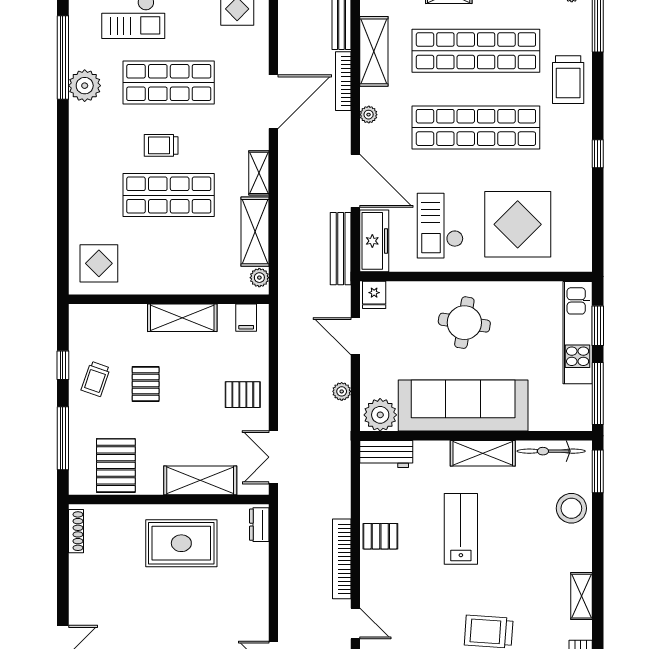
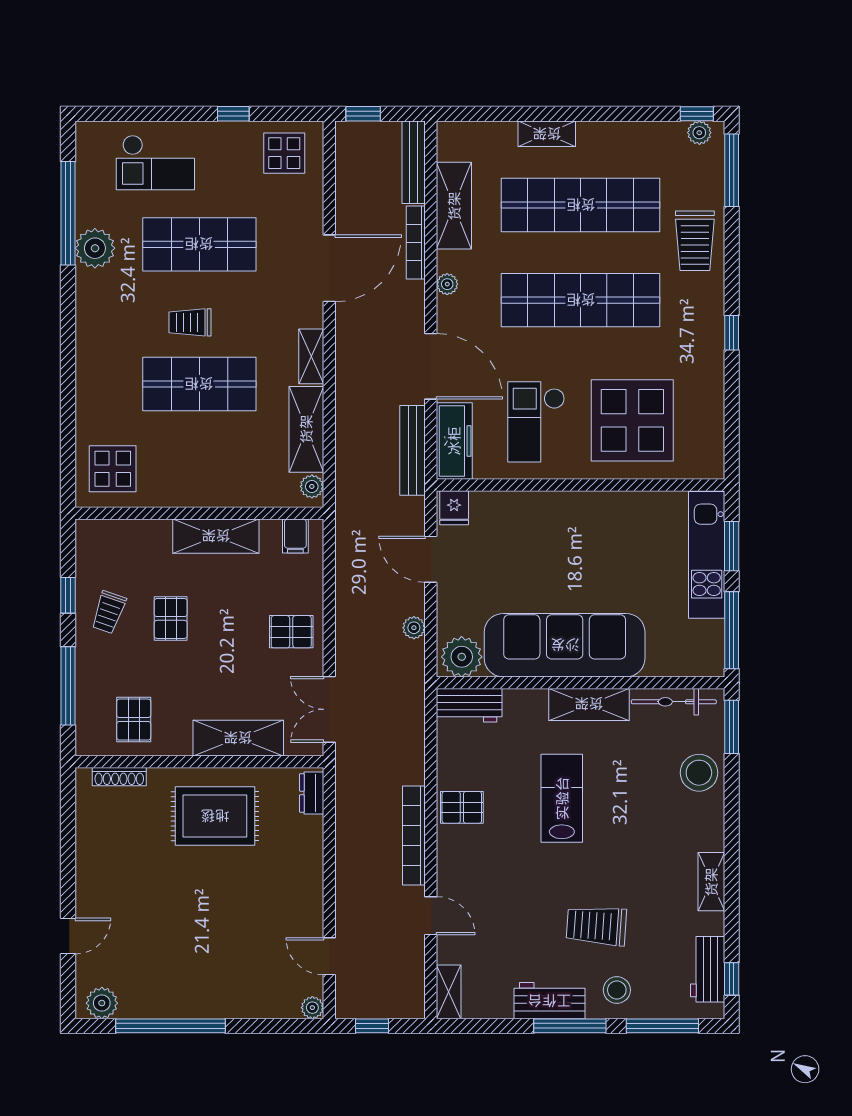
round table: (464, 323) -> (566, 542), removed
pallet: (116, 465) -> (134, 720), width x0.67, depth x0.71
shoe rack: (76, 531) -> (119, 777), moved, turned 90

